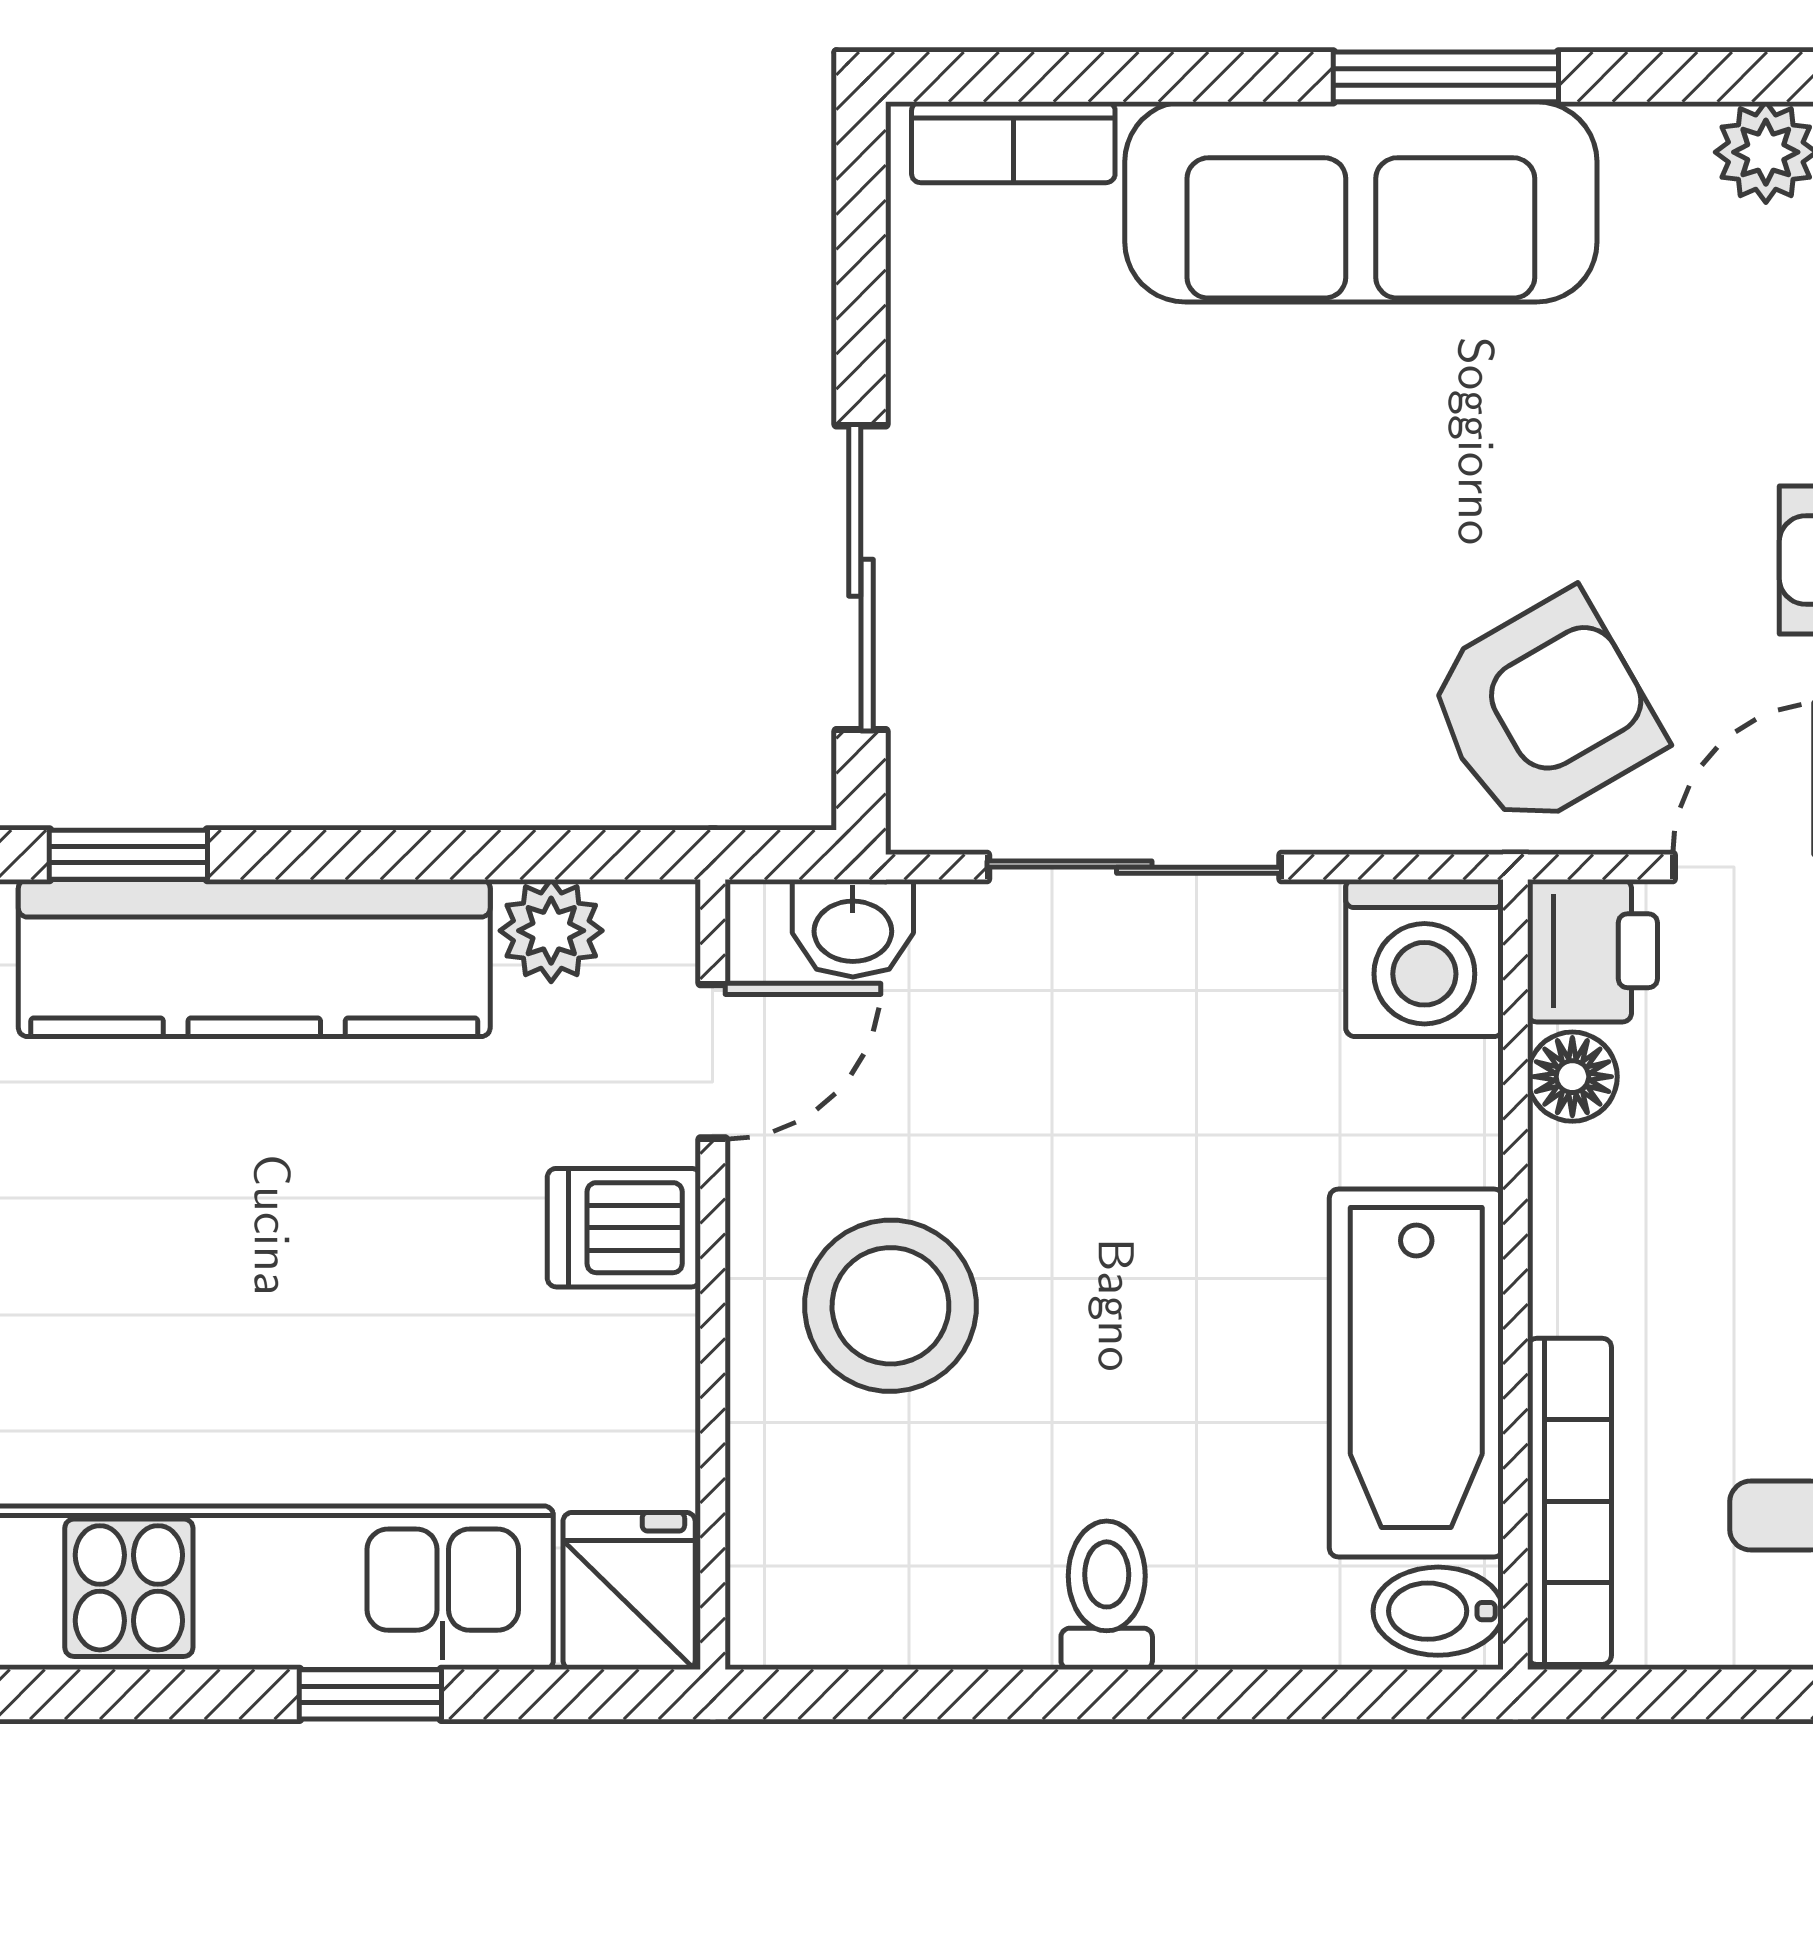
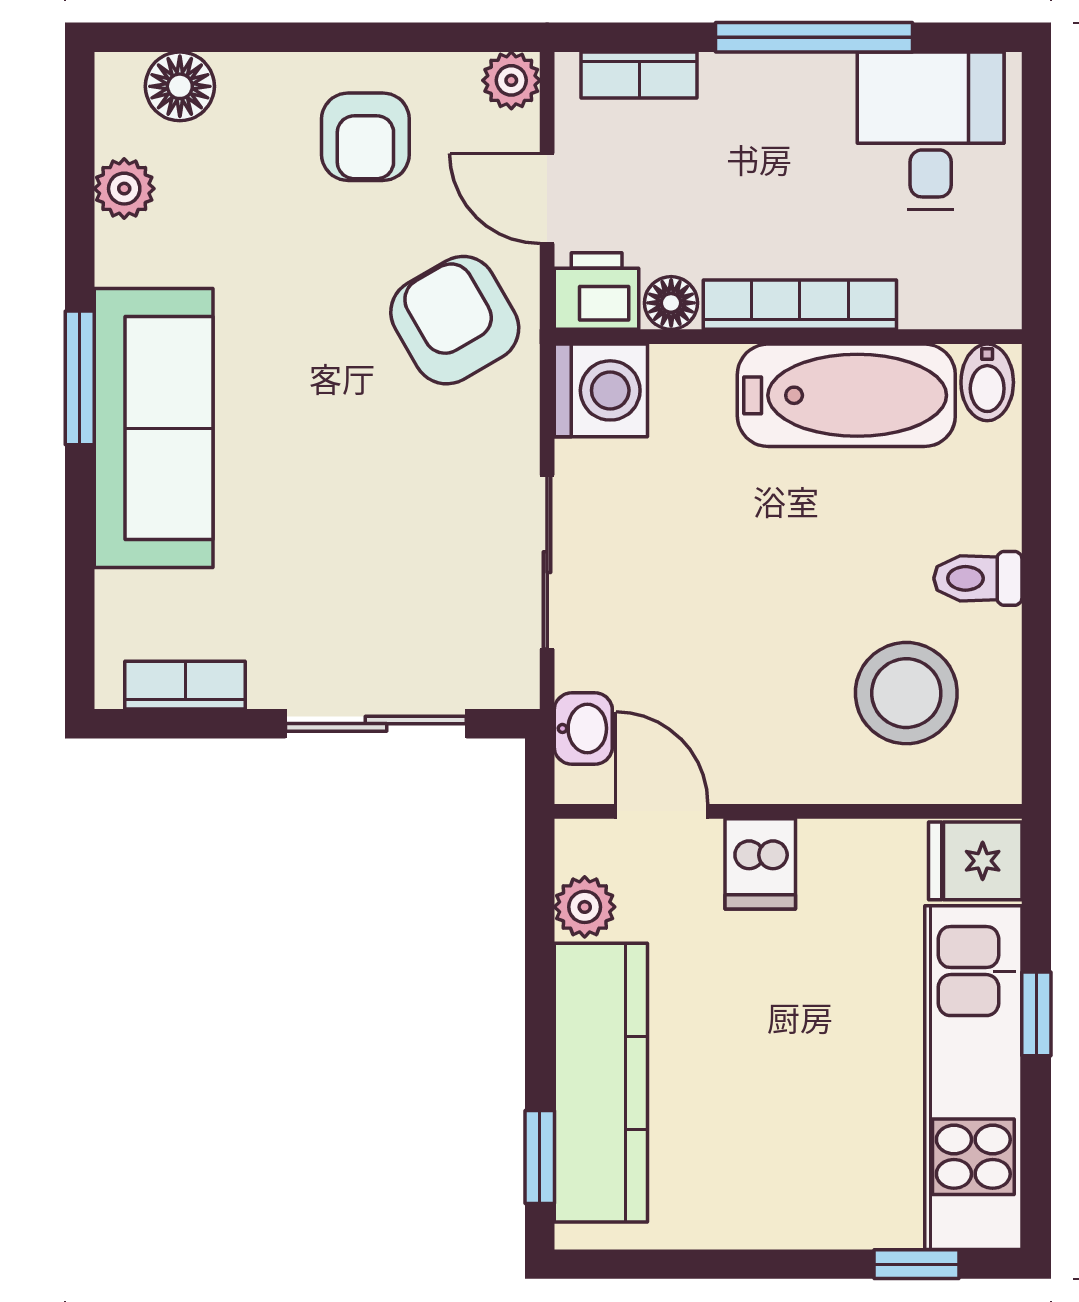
bookcase: (1013, 142) -> (185, 685), moved, turned -90
stool: (890, 1306) -> (906, 693), moved
bookcase: (1569, 1501) -> (800, 305), moved

